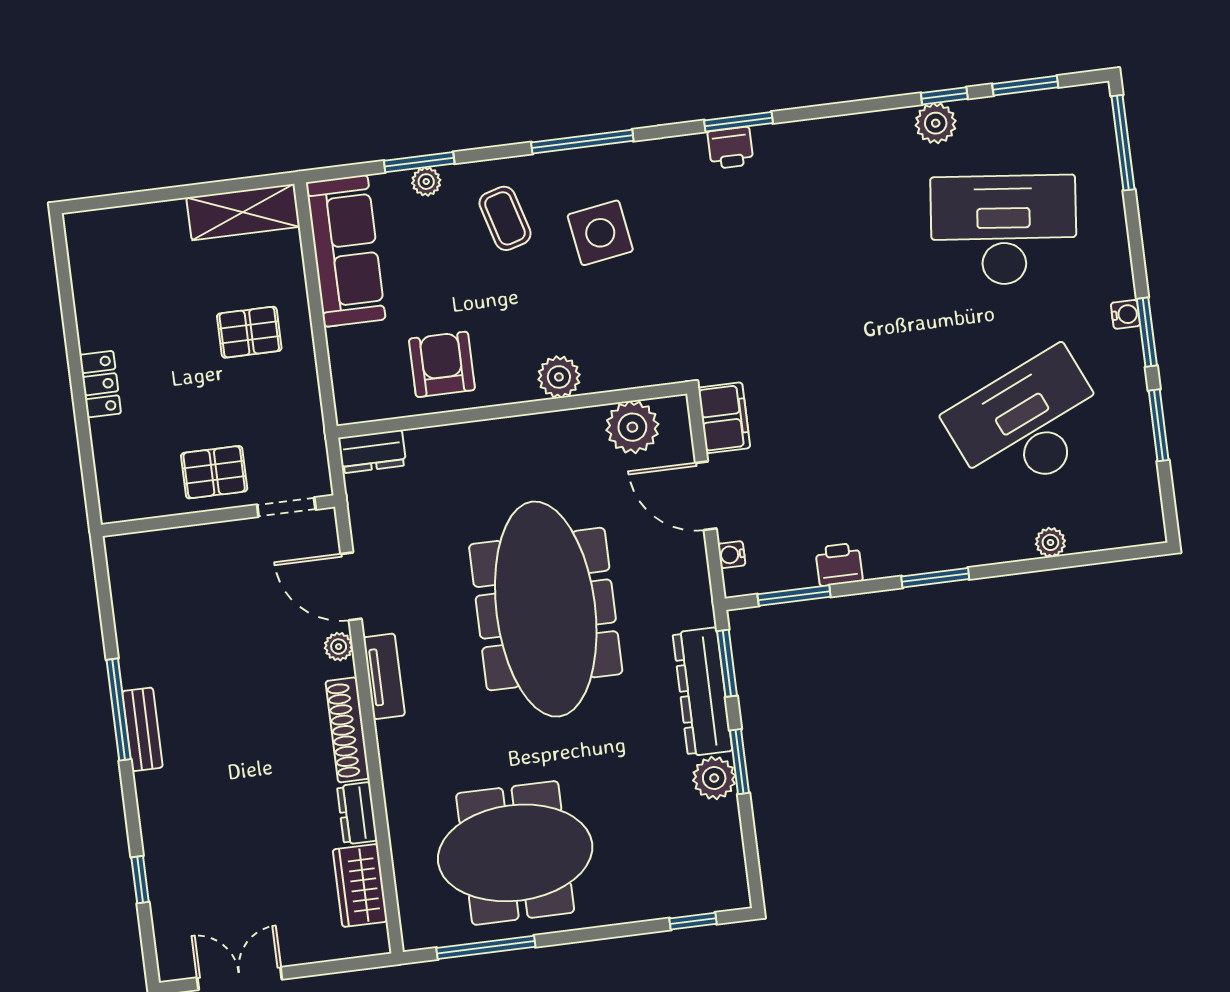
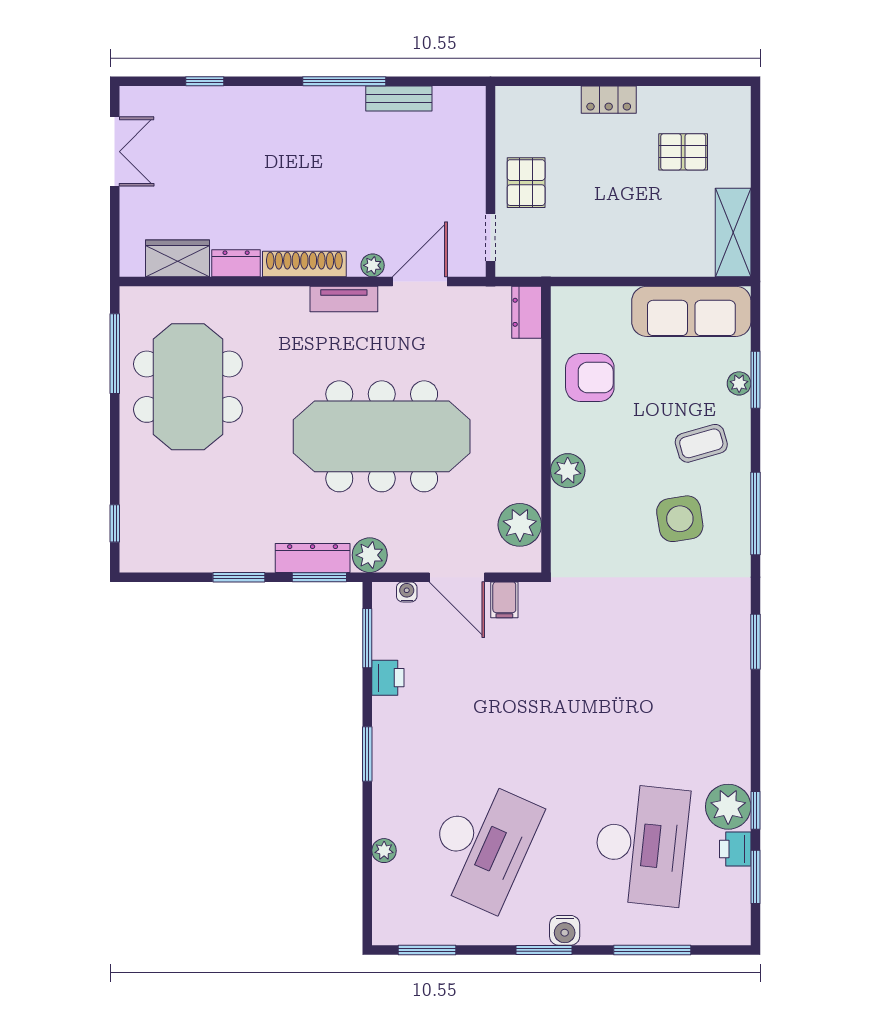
plant: (936, 123) -> (728, 807), width x1.36, depth x1.36
window: (1123, 143) -> (652, 950), moved
printer: (730, 148) -> (735, 849), moved
water cooler: (1126, 314) -> (565, 930), width x1.38, depth x1.38
pallet: (249, 332) -> (683, 152), moved, turned 90
filing cabinet: (724, 418) -> (504, 600), width x0.50
desk: (1028, 424) -> (482, 845), turned 48
window: (1159, 425) -> (427, 950), moved
door: (706, 496) -> (457, 577), swing flipped
dresser: (702, 692) -> (313, 558), width x0.73, depth x0.80
bench: (142, 729) -> (399, 98), moved
plant: (714, 778) -> (370, 555), moved

